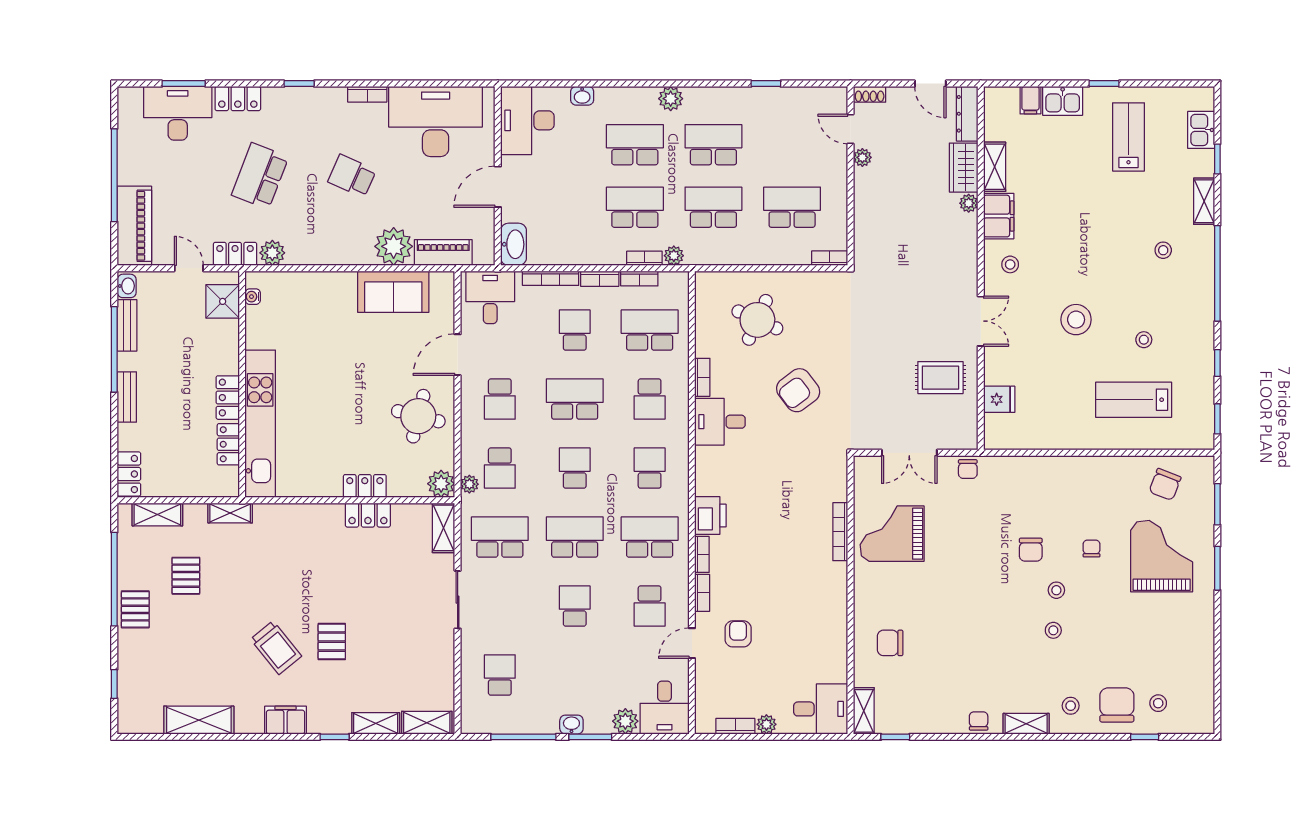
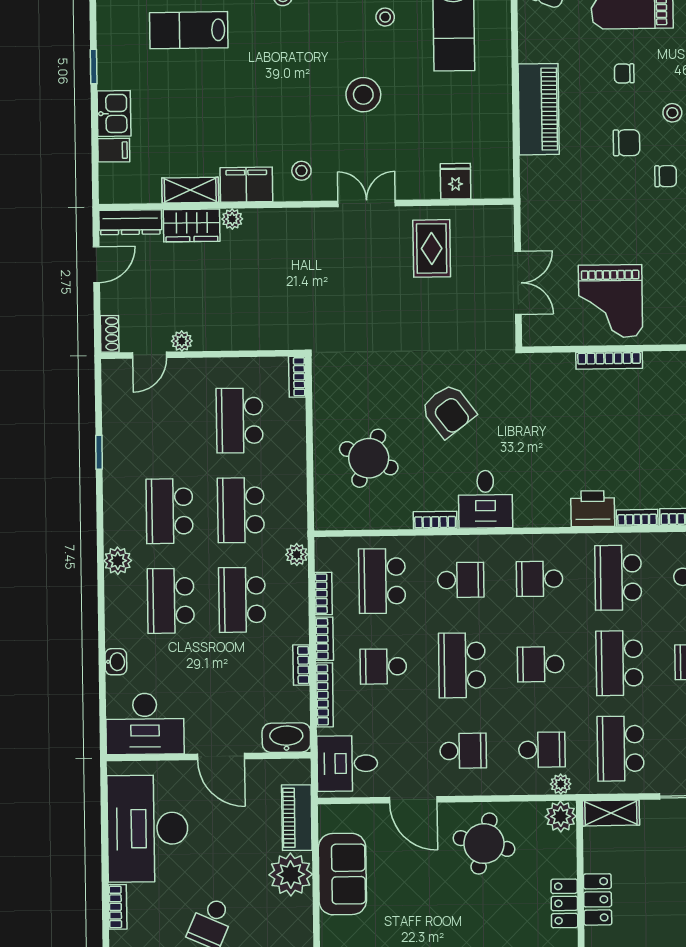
lab bench: (1128, 137) -> (189, 30), moved
bookcase: (644, 258) -> (301, 665), moved
chair: (968, 469) -> (666, 176), moved
piano: (1061, 473) -> (539, 109), added

